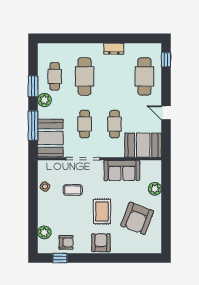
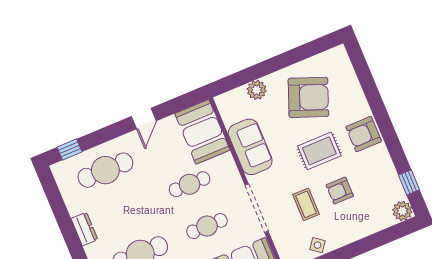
plant: (44, 232) -> (402, 211), moved
armchair: (66, 242) -> (340, 191), moved, turned -90

